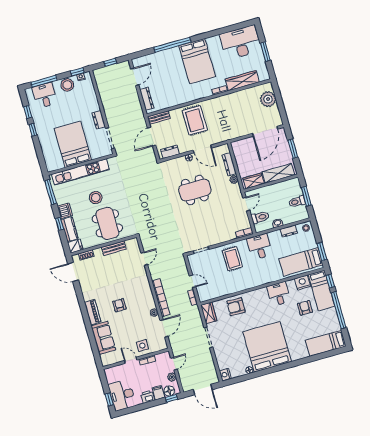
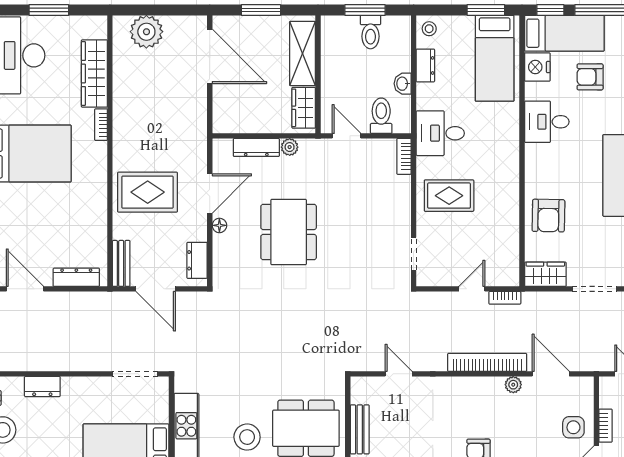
dresser: (99, 120) -> (42, 386), moved

